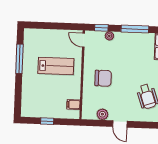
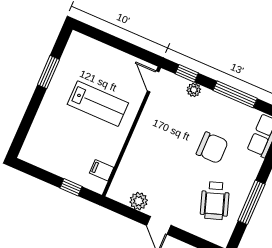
window: (19, 59) -> (48, 72), width x0.69
chair: (103, 78) -> (212, 148), moved
window: (47, 121) -> (71, 187), moved

